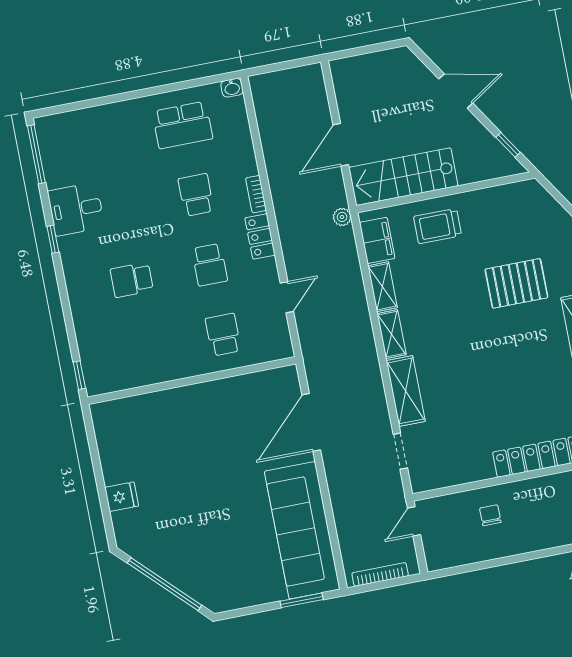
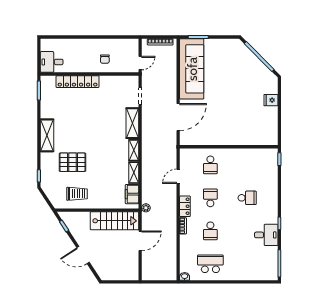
trolley: (438, 226) -> (77, 194), moved

